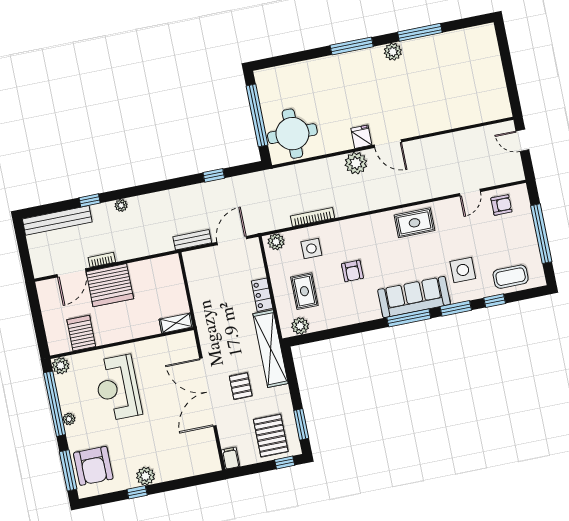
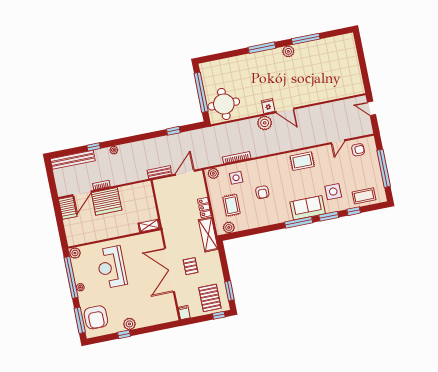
sofa: (414, 297) -> (308, 208), width x0.73
server rack: (81, 333) -> (68, 208), moved, turned 180
shelving: (271, 349) -> (208, 235), width x0.68

